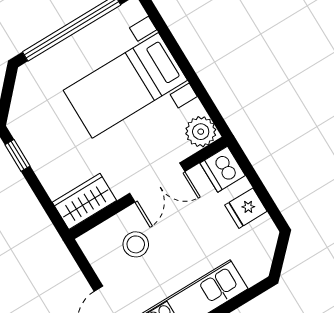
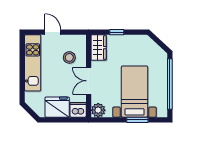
window: (174, 48) -> (137, 120), added
window: (17, 155) -> (117, 32), moved
fridge: (246, 208) -> (57, 107), width x1.88, depth x1.34

